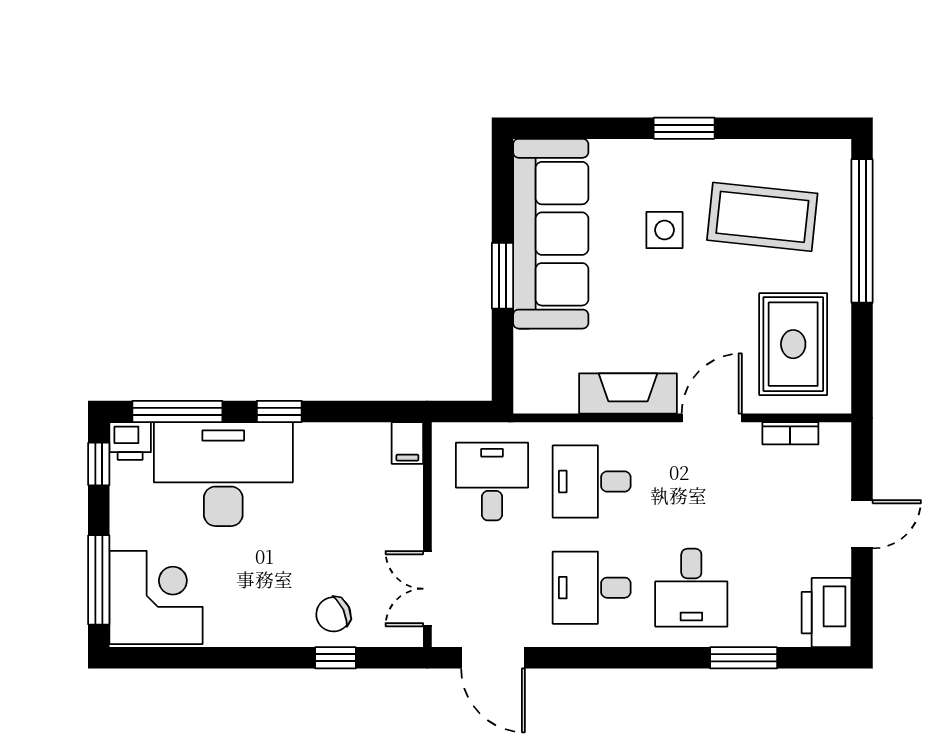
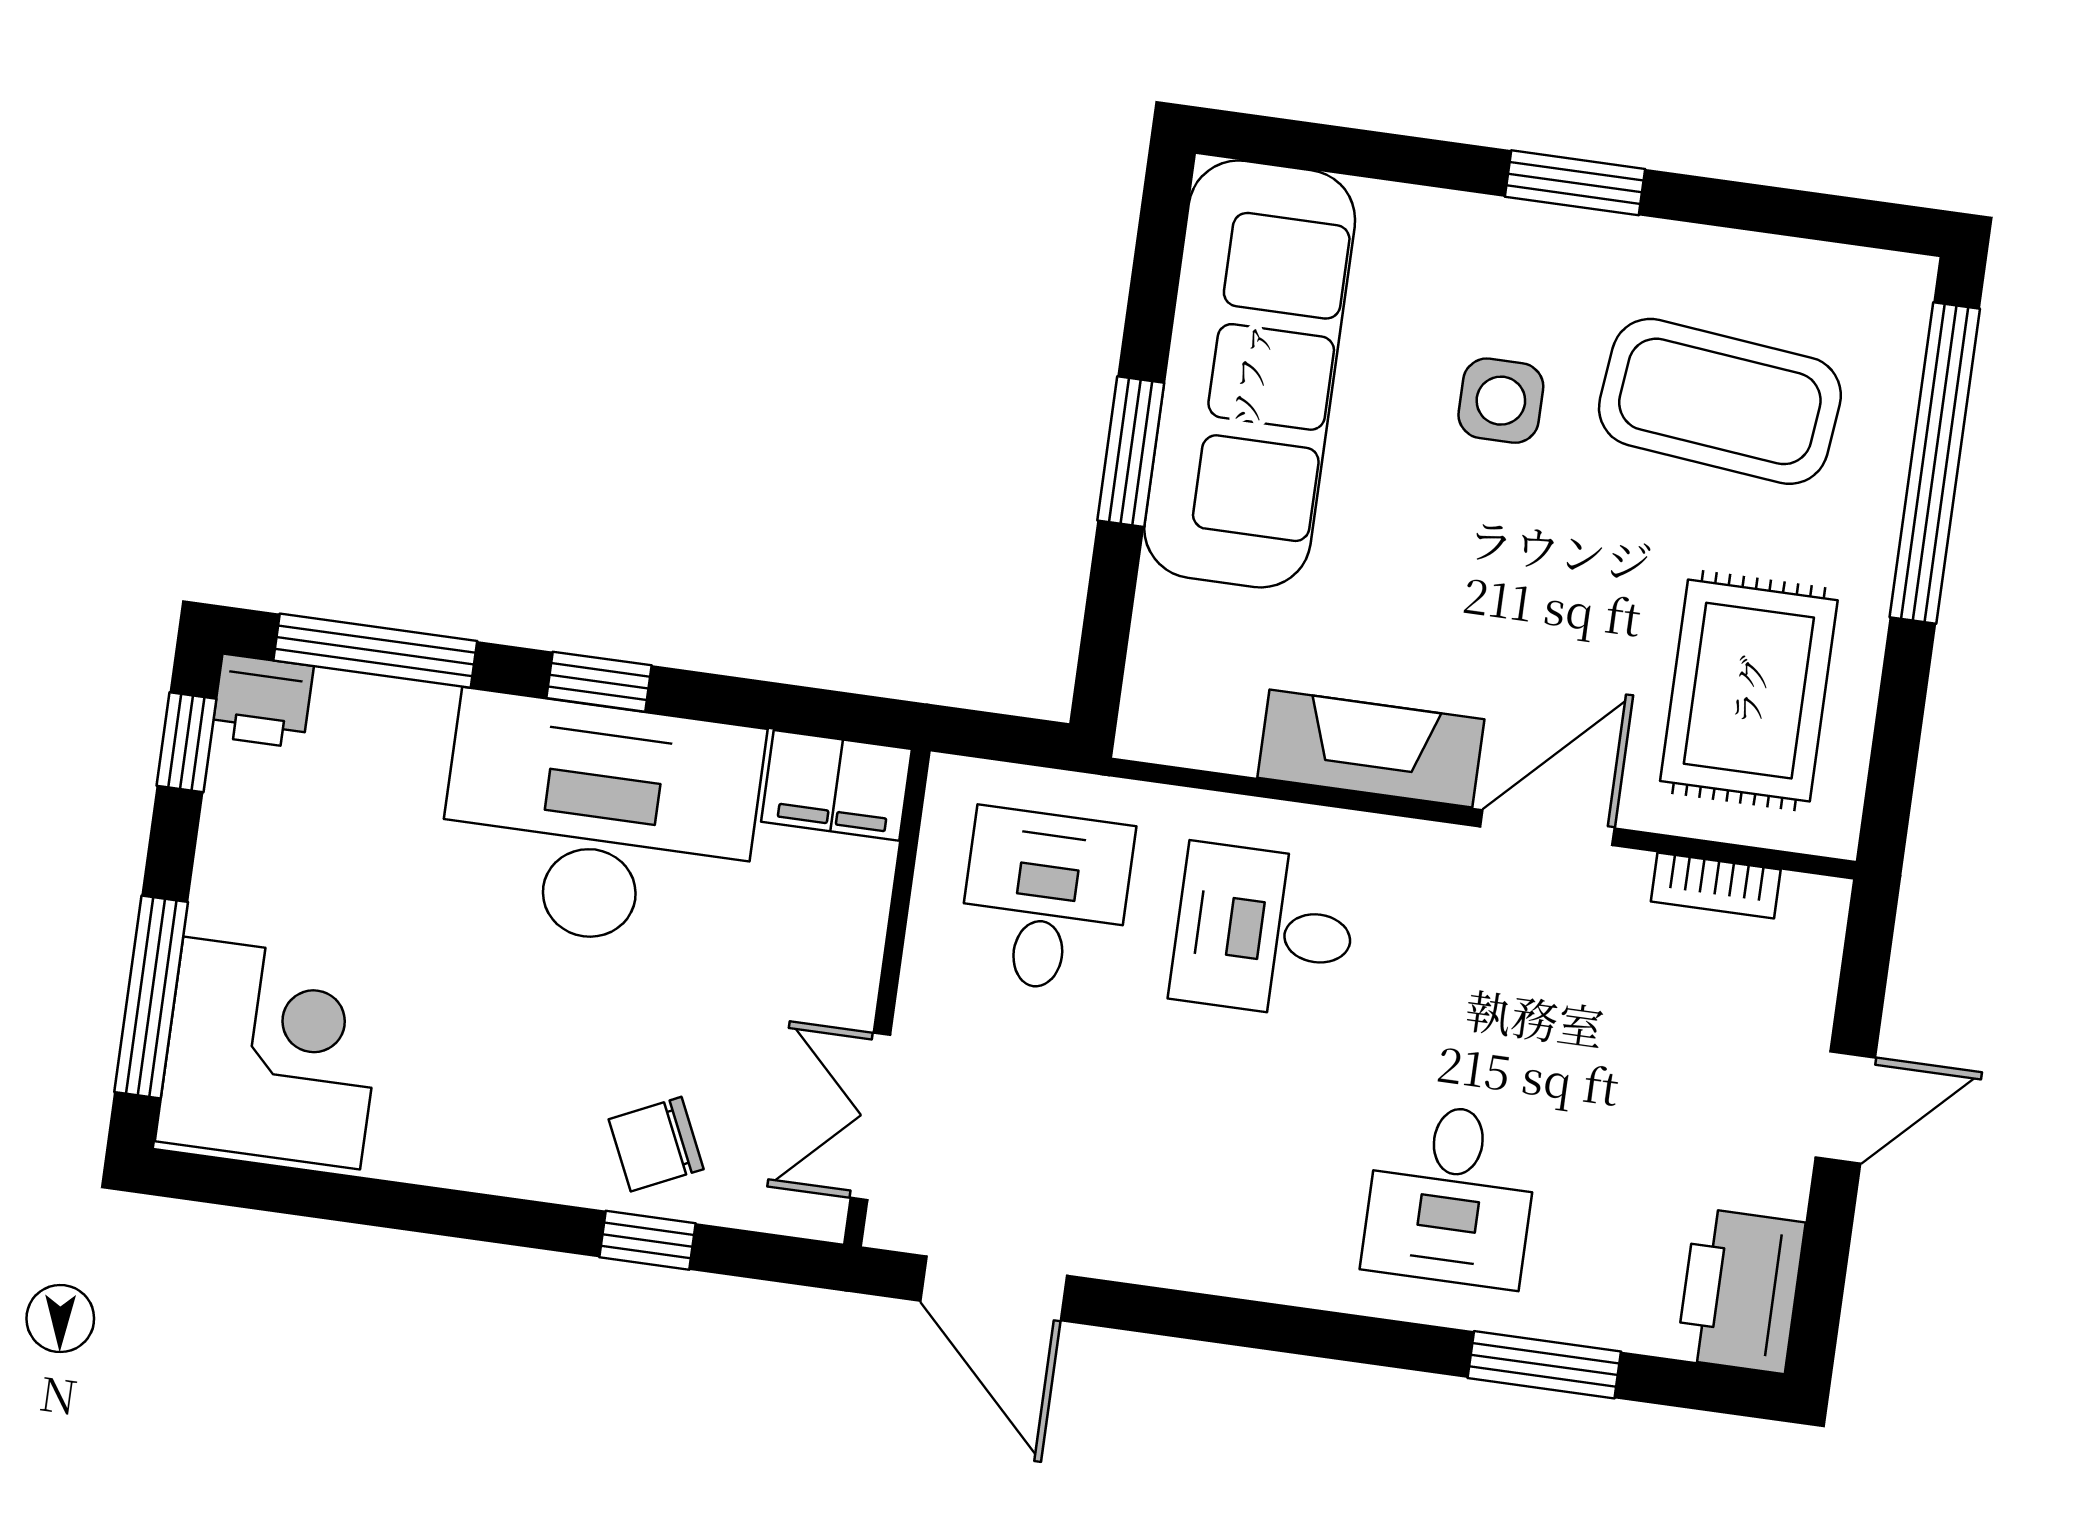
filing cabinet: (407, 443) -> (837, 785), width x2.00
desk: (223, 474) -> (599, 822), moved
desk: (592, 588) -> (1232, 1164), removed

